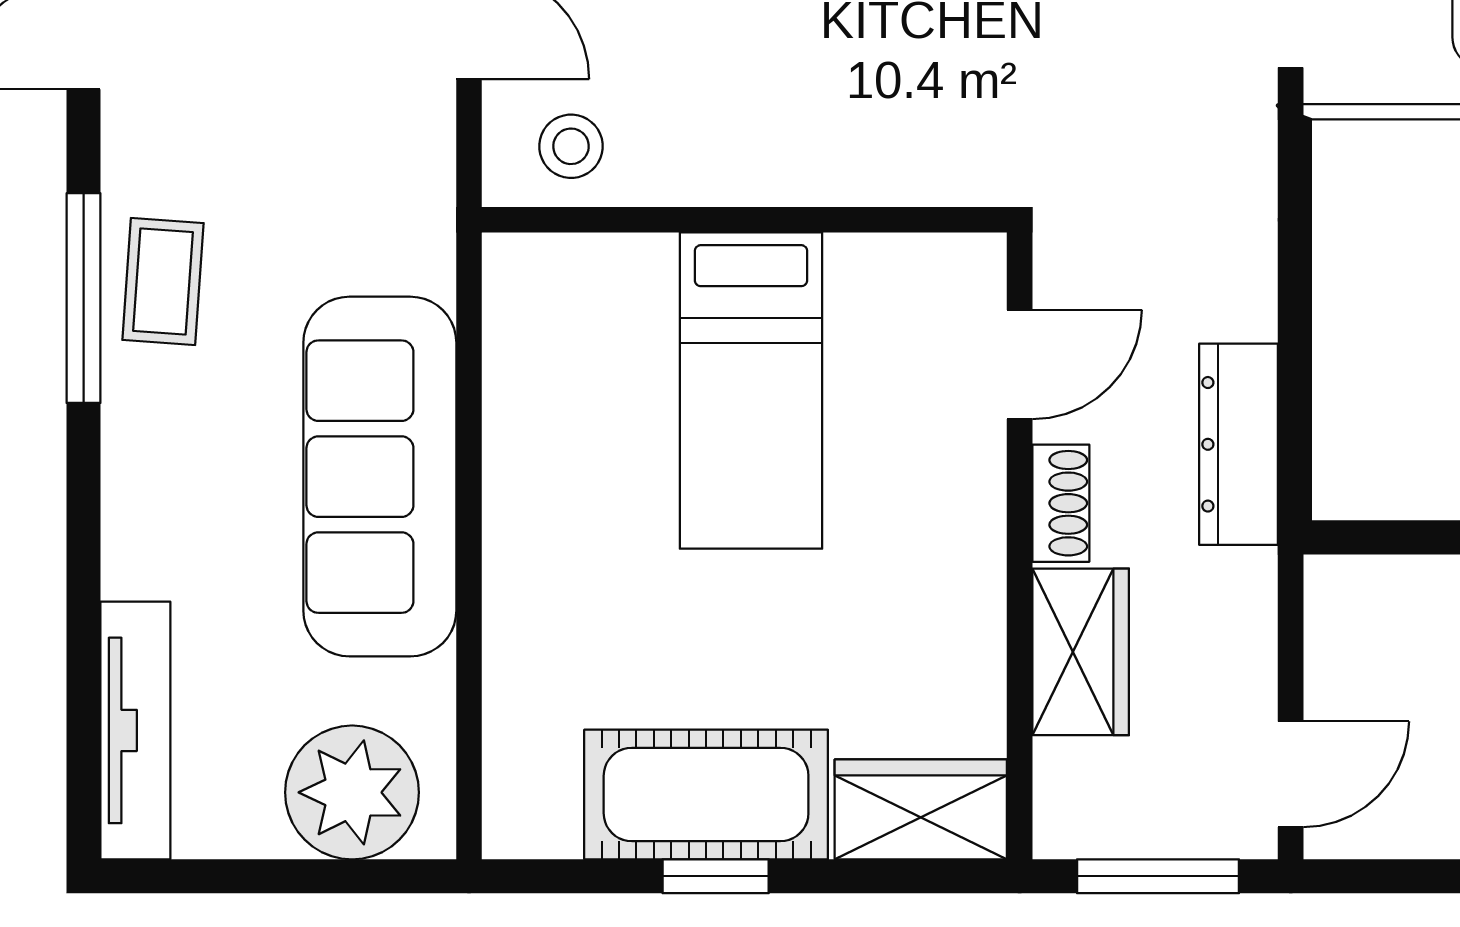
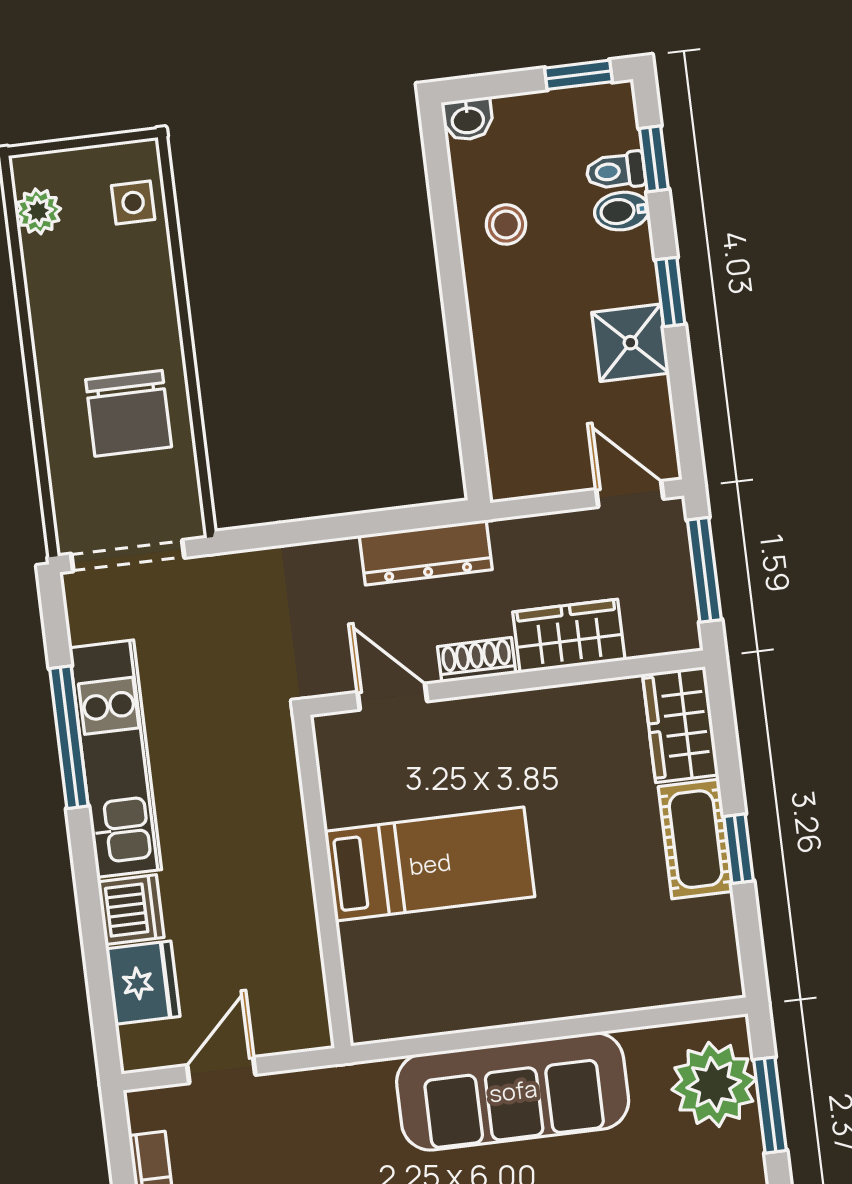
stool: (571, 146) -> (290, 996), removed
cot: (706, 795) -> (696, 839), width x0.73, depth x0.75
window: (309, 876) -> (770, 1105), added

